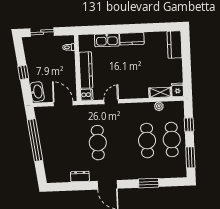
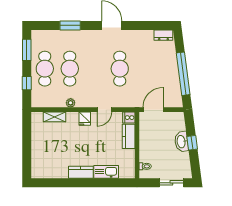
kitchen counter: (174, 45) -> (38, 165), removed
kitchen counter: (86, 70) -> (129, 136), width x0.67
fridge: (178, 90) -> (85, 119), moved
washbasin: (37, 92) -> (181, 142), moved
door: (63, 104) -> (153, 110), swing flipped
plant: (159, 106) -> (71, 103), moved
dresser: (80, 177) -> (163, 35), moved

